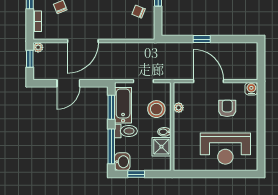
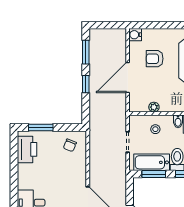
chair: (139, 12) -> (70, 145), moved
window: (234, 39) -> (86, 52), added
stool: (156, 109) -> (155, 129), width x0.53, depth x0.53

